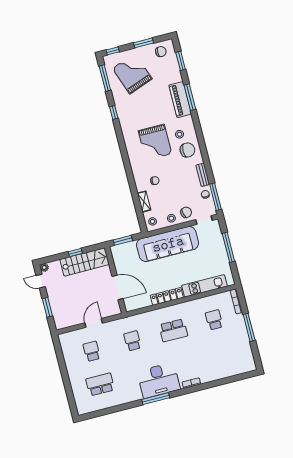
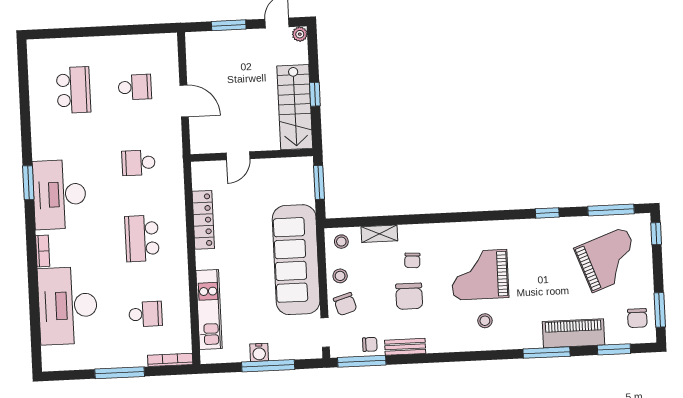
window: (144, 43) -> (660, 310), moved
piano: (180, 100) -> (574, 333), moved
chair: (187, 150) -> (409, 296), moved
water cooler: (222, 254) -> (259, 352), added
door: (117, 287) -> (238, 156), width x0.53
locker: (167, 296) -> (203, 220), moved
school desk: (133, 341) -> (138, 163), turned 180
desk: (218, 363) -> (68, 306), added
window: (156, 399) -> (28, 183), width x0.69

